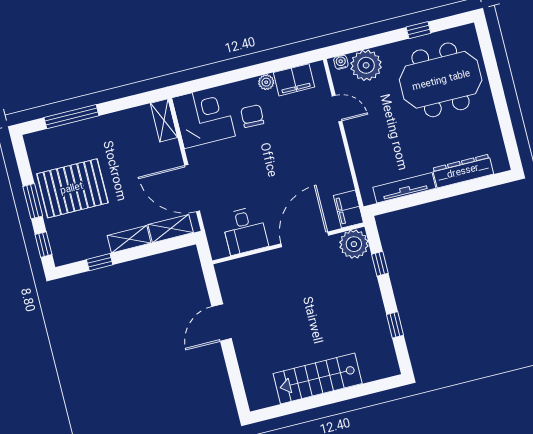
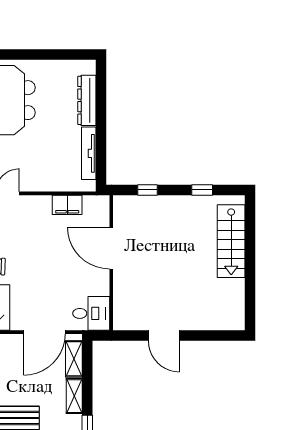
filing cabinet: (348, 209) -> (67, 205), moved
desk: (245, 231) -> (91, 313), moved
plant: (354, 244) -> (126, 208), removed
stairs: (318, 379) -> (231, 241), moved

